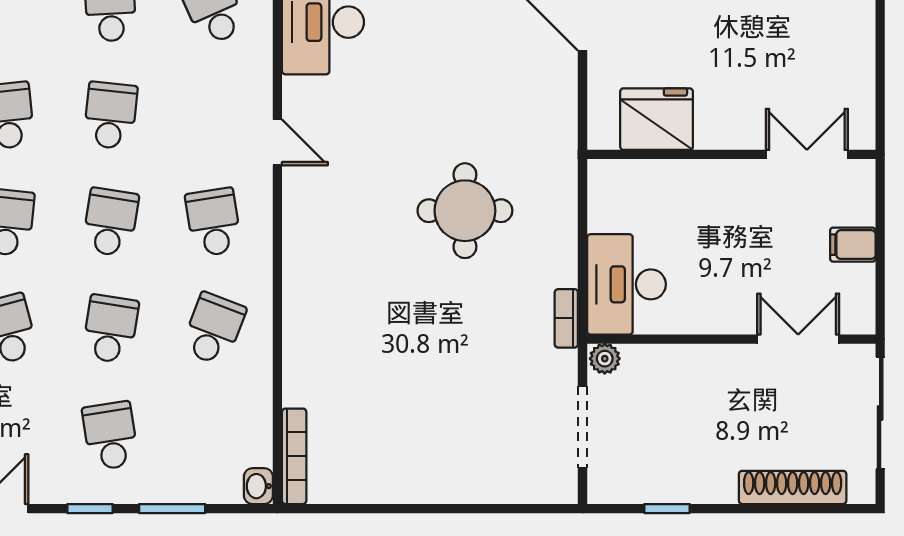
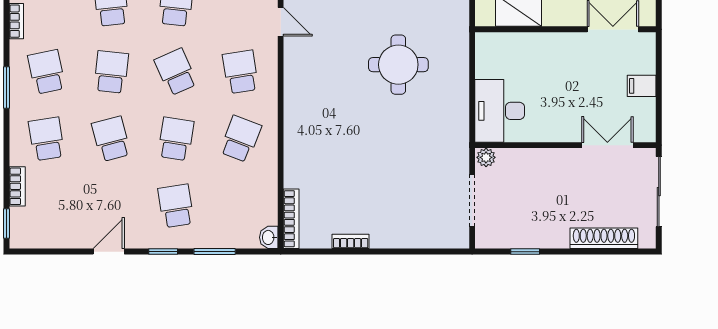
school desk: (110, 222) -> (176, 72), turned -33
bookcase: (566, 318) -> (351, 241), moved, turned 90

